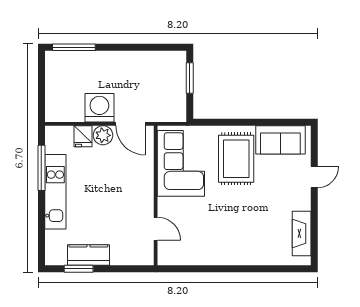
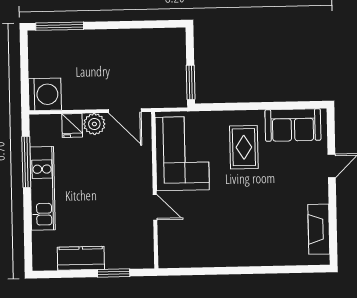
window: (190, 78) -> (191, 82), moved
washing machine: (99, 108) -> (45, 94), moved, turned 90
rug: (236, 159) -> (244, 147), width x0.73, depth x0.70
door: (156, 229) -> (155, 207), moved
window: (79, 269) -> (114, 273), moved

